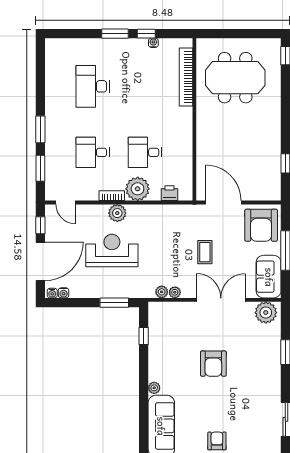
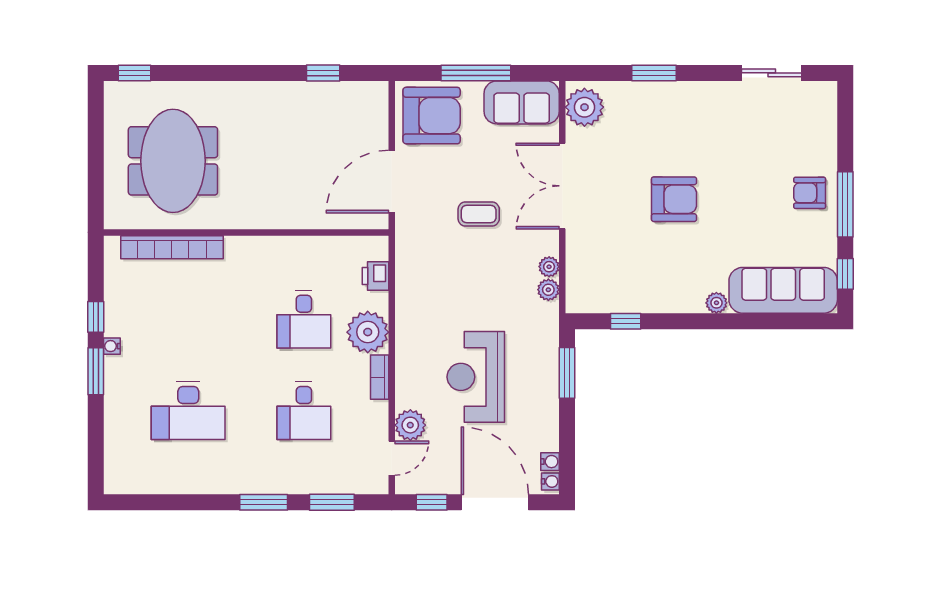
water cooler: (153, 43) -> (112, 346), moved
plant: (117, 213) -> (410, 425), moved

